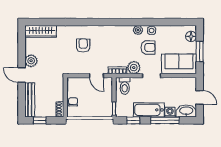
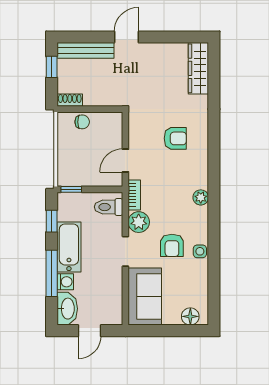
plant: (138, 30) -> (201, 197), moved
window: (200, 52) -> (165, 331), removed
plant: (31, 61) -> (150, 53), removed

